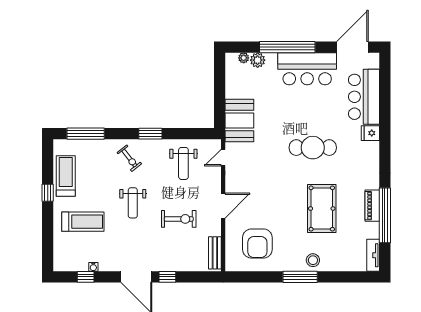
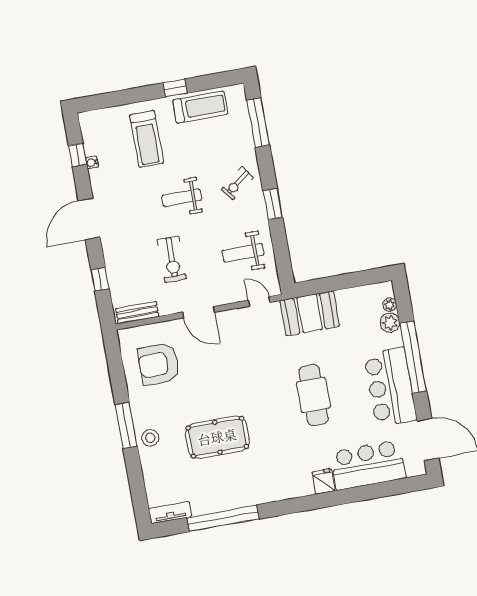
cafe table: (313, 148) -> (314, 395), moved
piano: (372, 206) -> (232, 500), removed
window: (167, 277) -> (100, 279), moved

